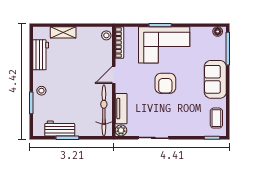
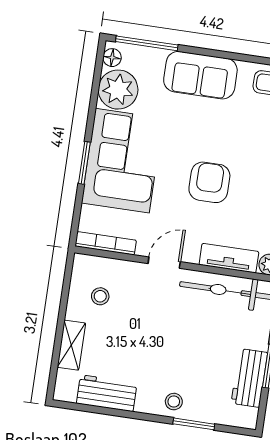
stool: (106, 35) -> (100, 296), moved
plant: (201, 37) -> (118, 90), added
door: (114, 75) -> (164, 263), swing flipped
armchair: (165, 83) -> (209, 182), moved, turned -90

